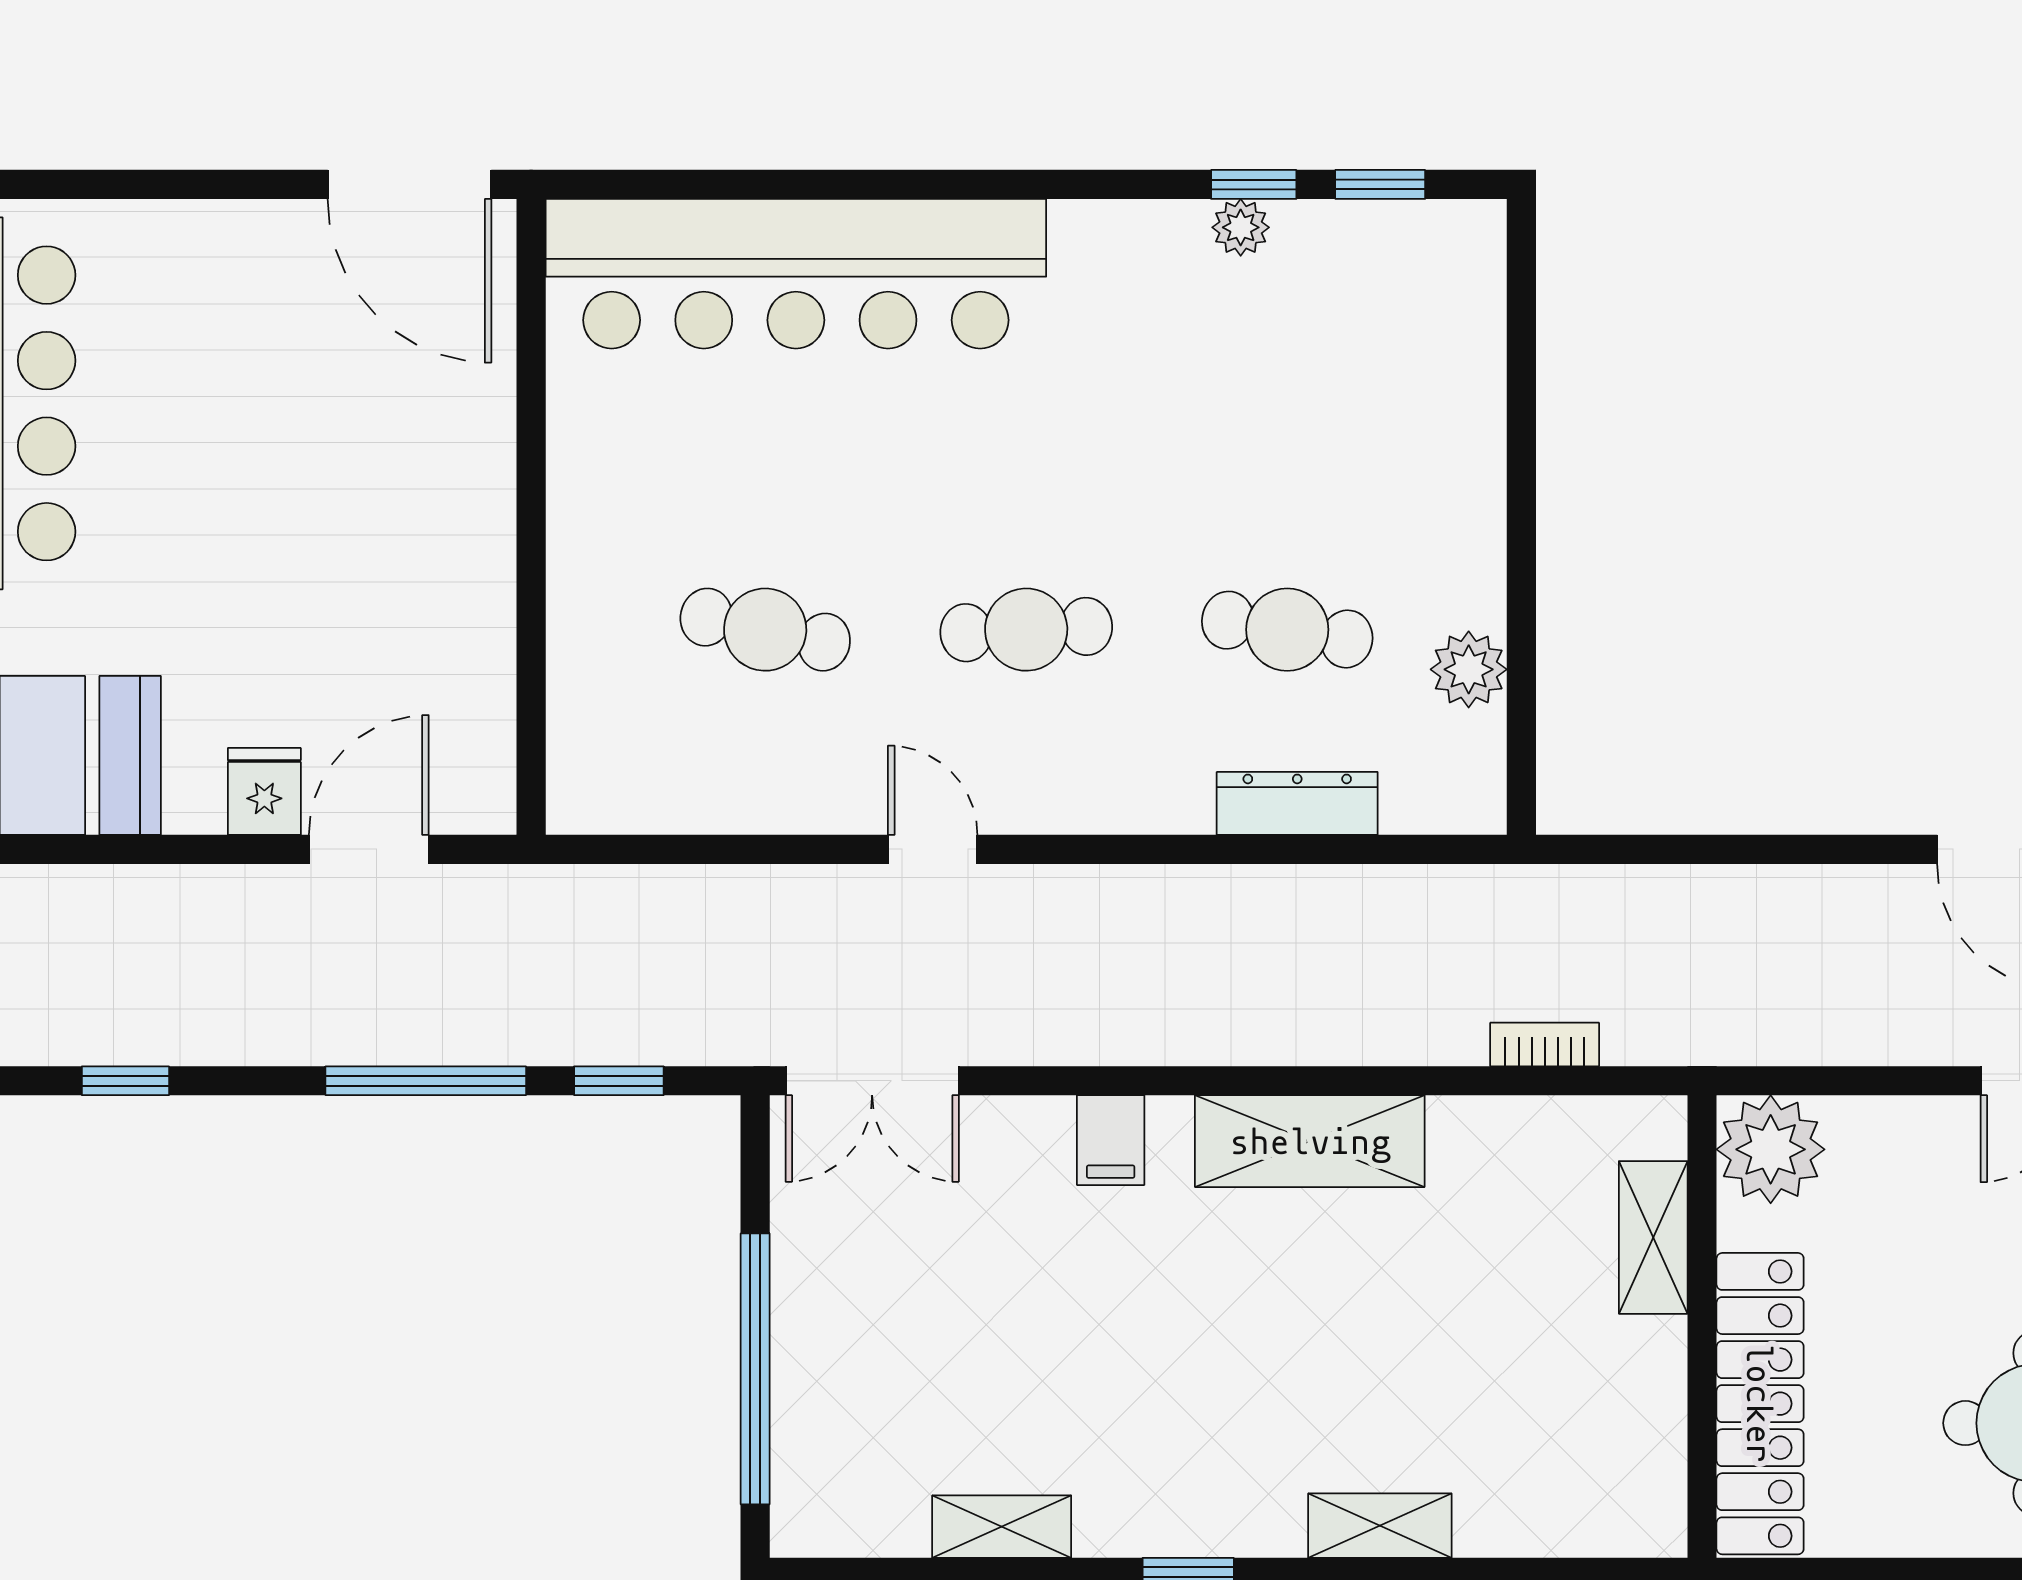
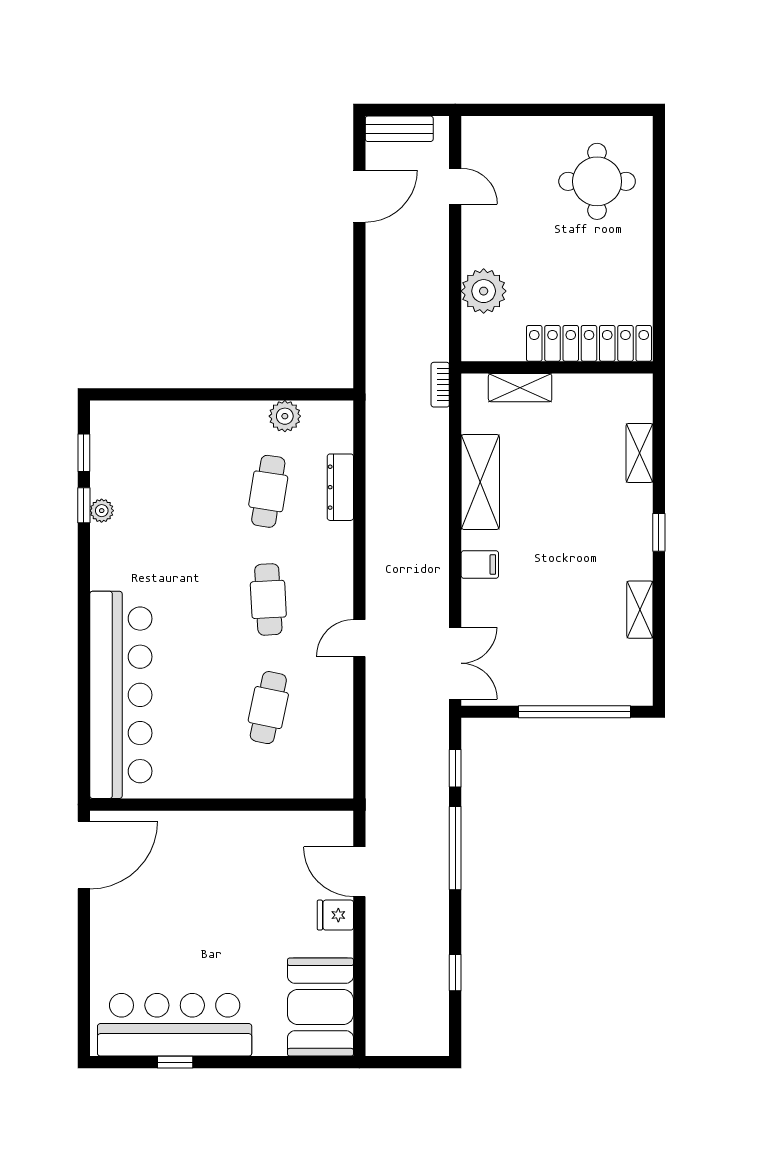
shelving: (1653, 1237) -> (520, 388), moved
wall: (1702, 1327) -> (557, 367), moved
locker: (1760, 1404) -> (589, 343), moved

